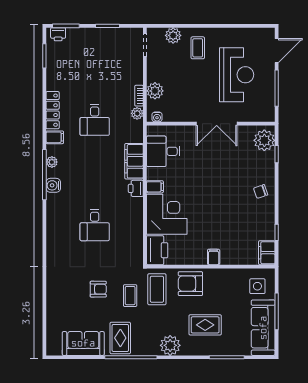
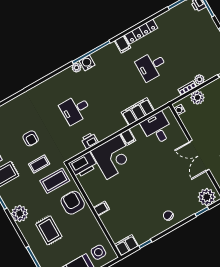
plant: (137, 113) -> (199, 79), moved
plant: (52, 162) -> (76, 68), moved
printer: (136, 188) -> (90, 141), moved

